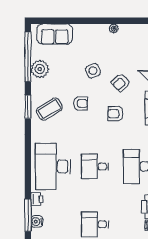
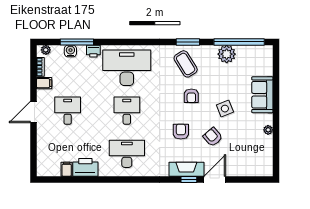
sofa: (55, 34) -> (262, 95), moved

